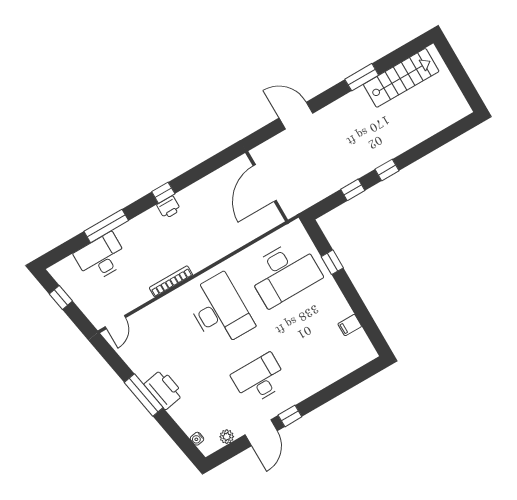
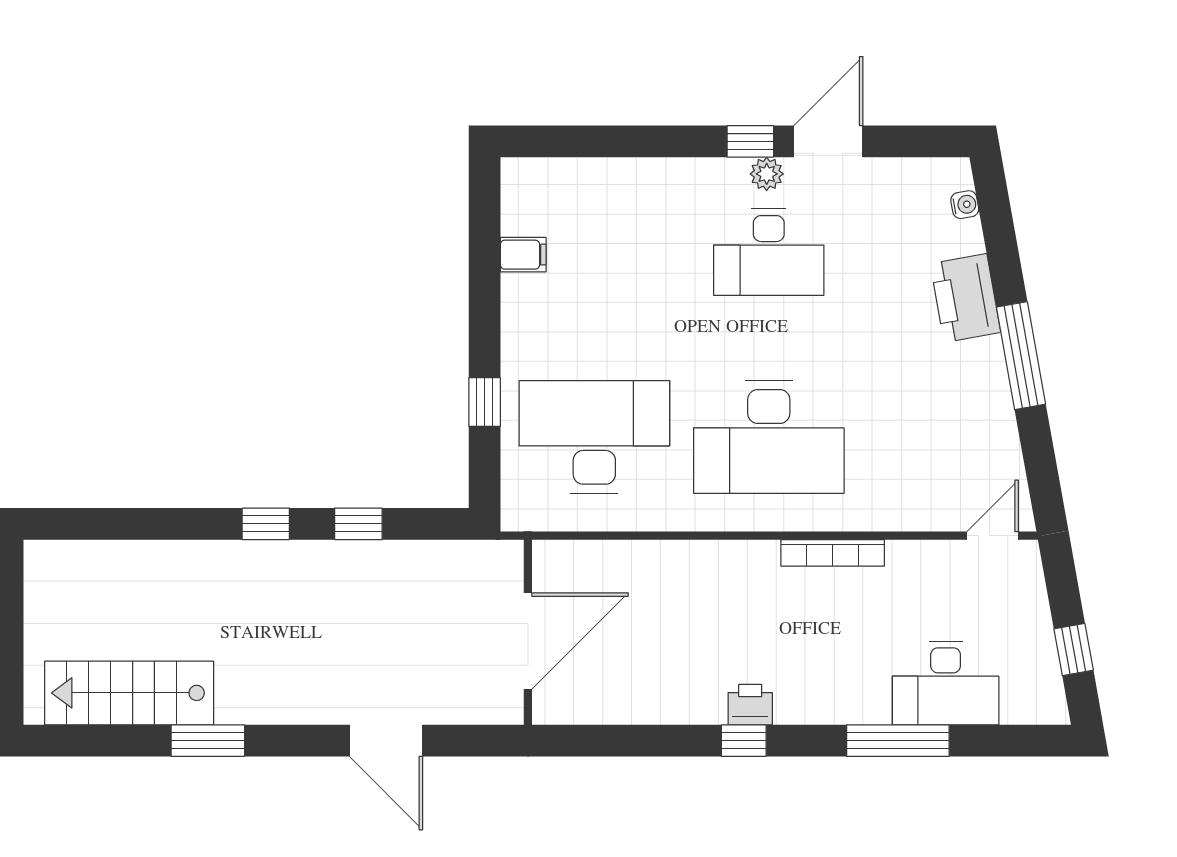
desk: (220, 310) -> (769, 437), turned -90
printer: (164, 389) -> (965, 298), moved
plant: (227, 437) -> (767, 174), moved

